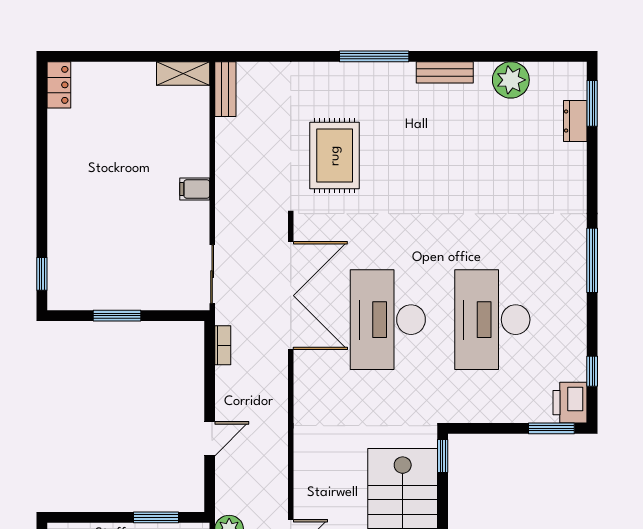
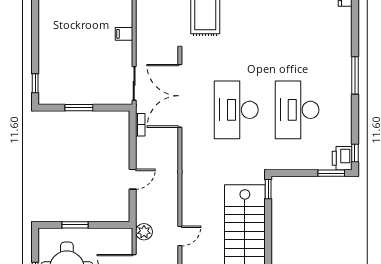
double door: (291, 296) -> (180, 96), swing flipped
window: (592, 371) -> (355, 153), moved
window: (156, 517) -> (75, 225), moved

